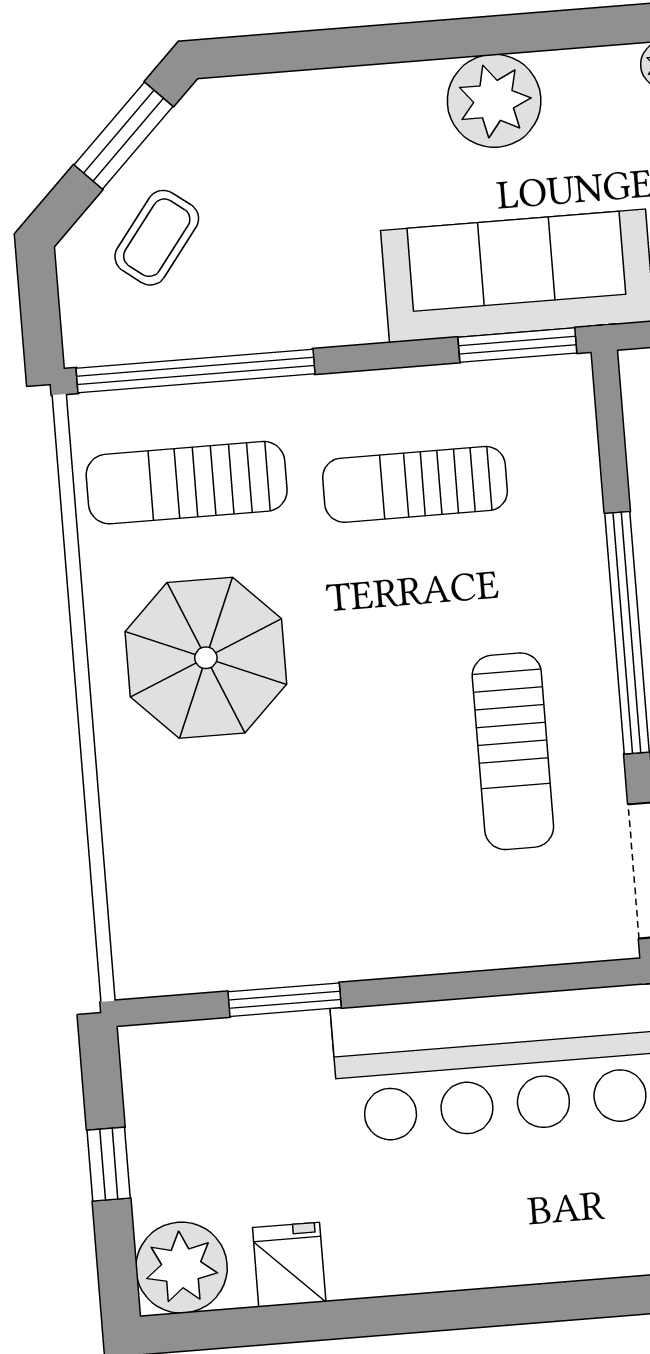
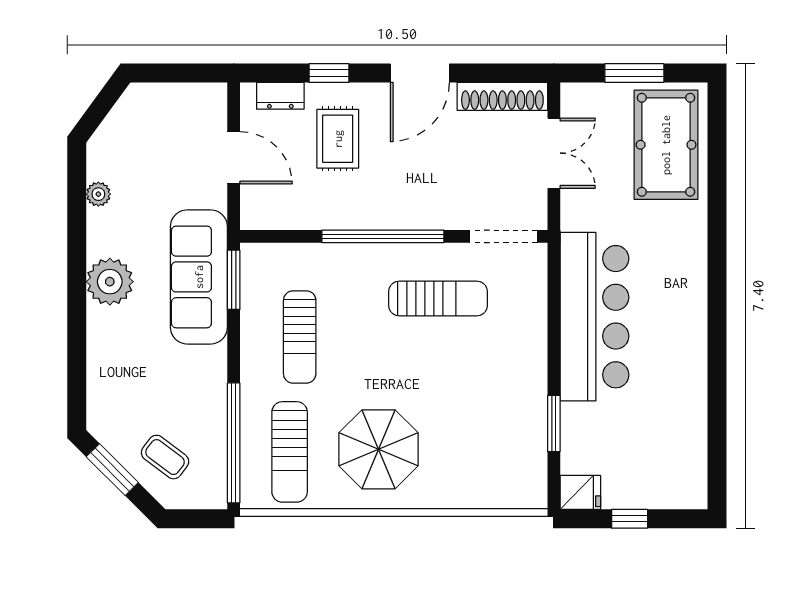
fridge: (289, 1265) -> (580, 492), moved, turned 180
plant: (182, 1268) -> (685, 486), removed

